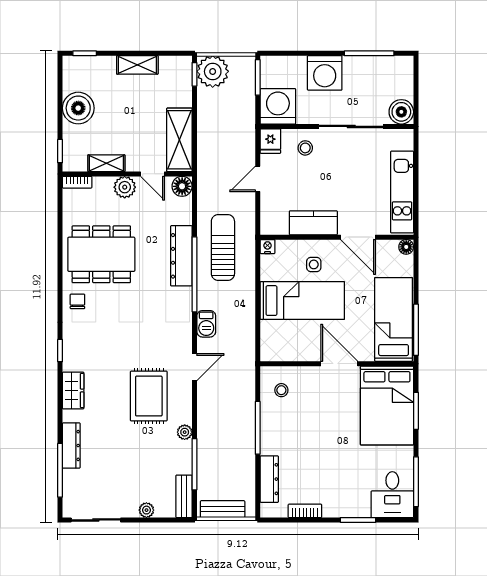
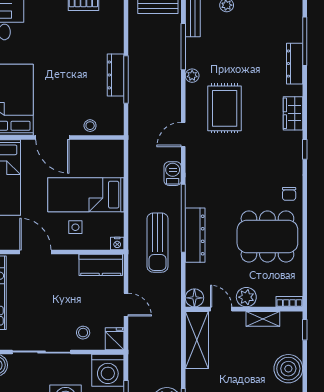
door: (258, 179) -> (126, 305), hinge flipped
kitchen counter: (313, 223) -> (101, 265), moved
stool: (281, 390) -> (90, 126), moved
dresser: (269, 479) -> (116, 75), moved

